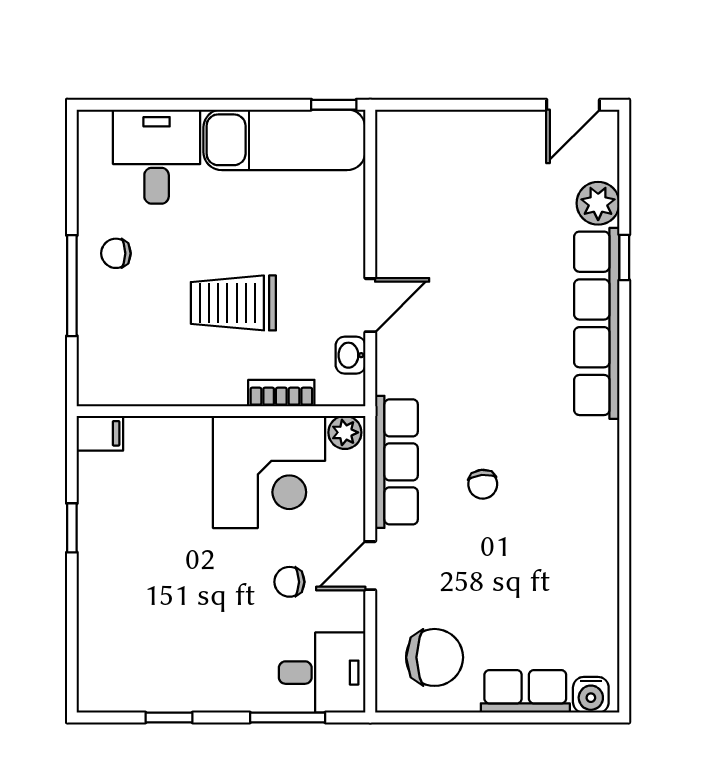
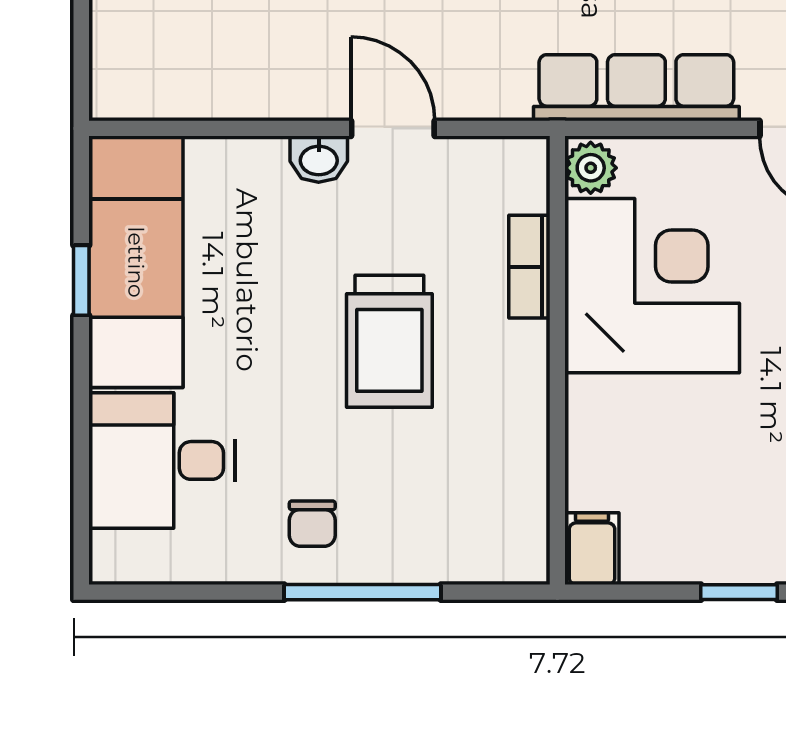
window: (334, 105) -> (81, 280), moved
washbasin: (350, 355) -> (319, 159), moved

